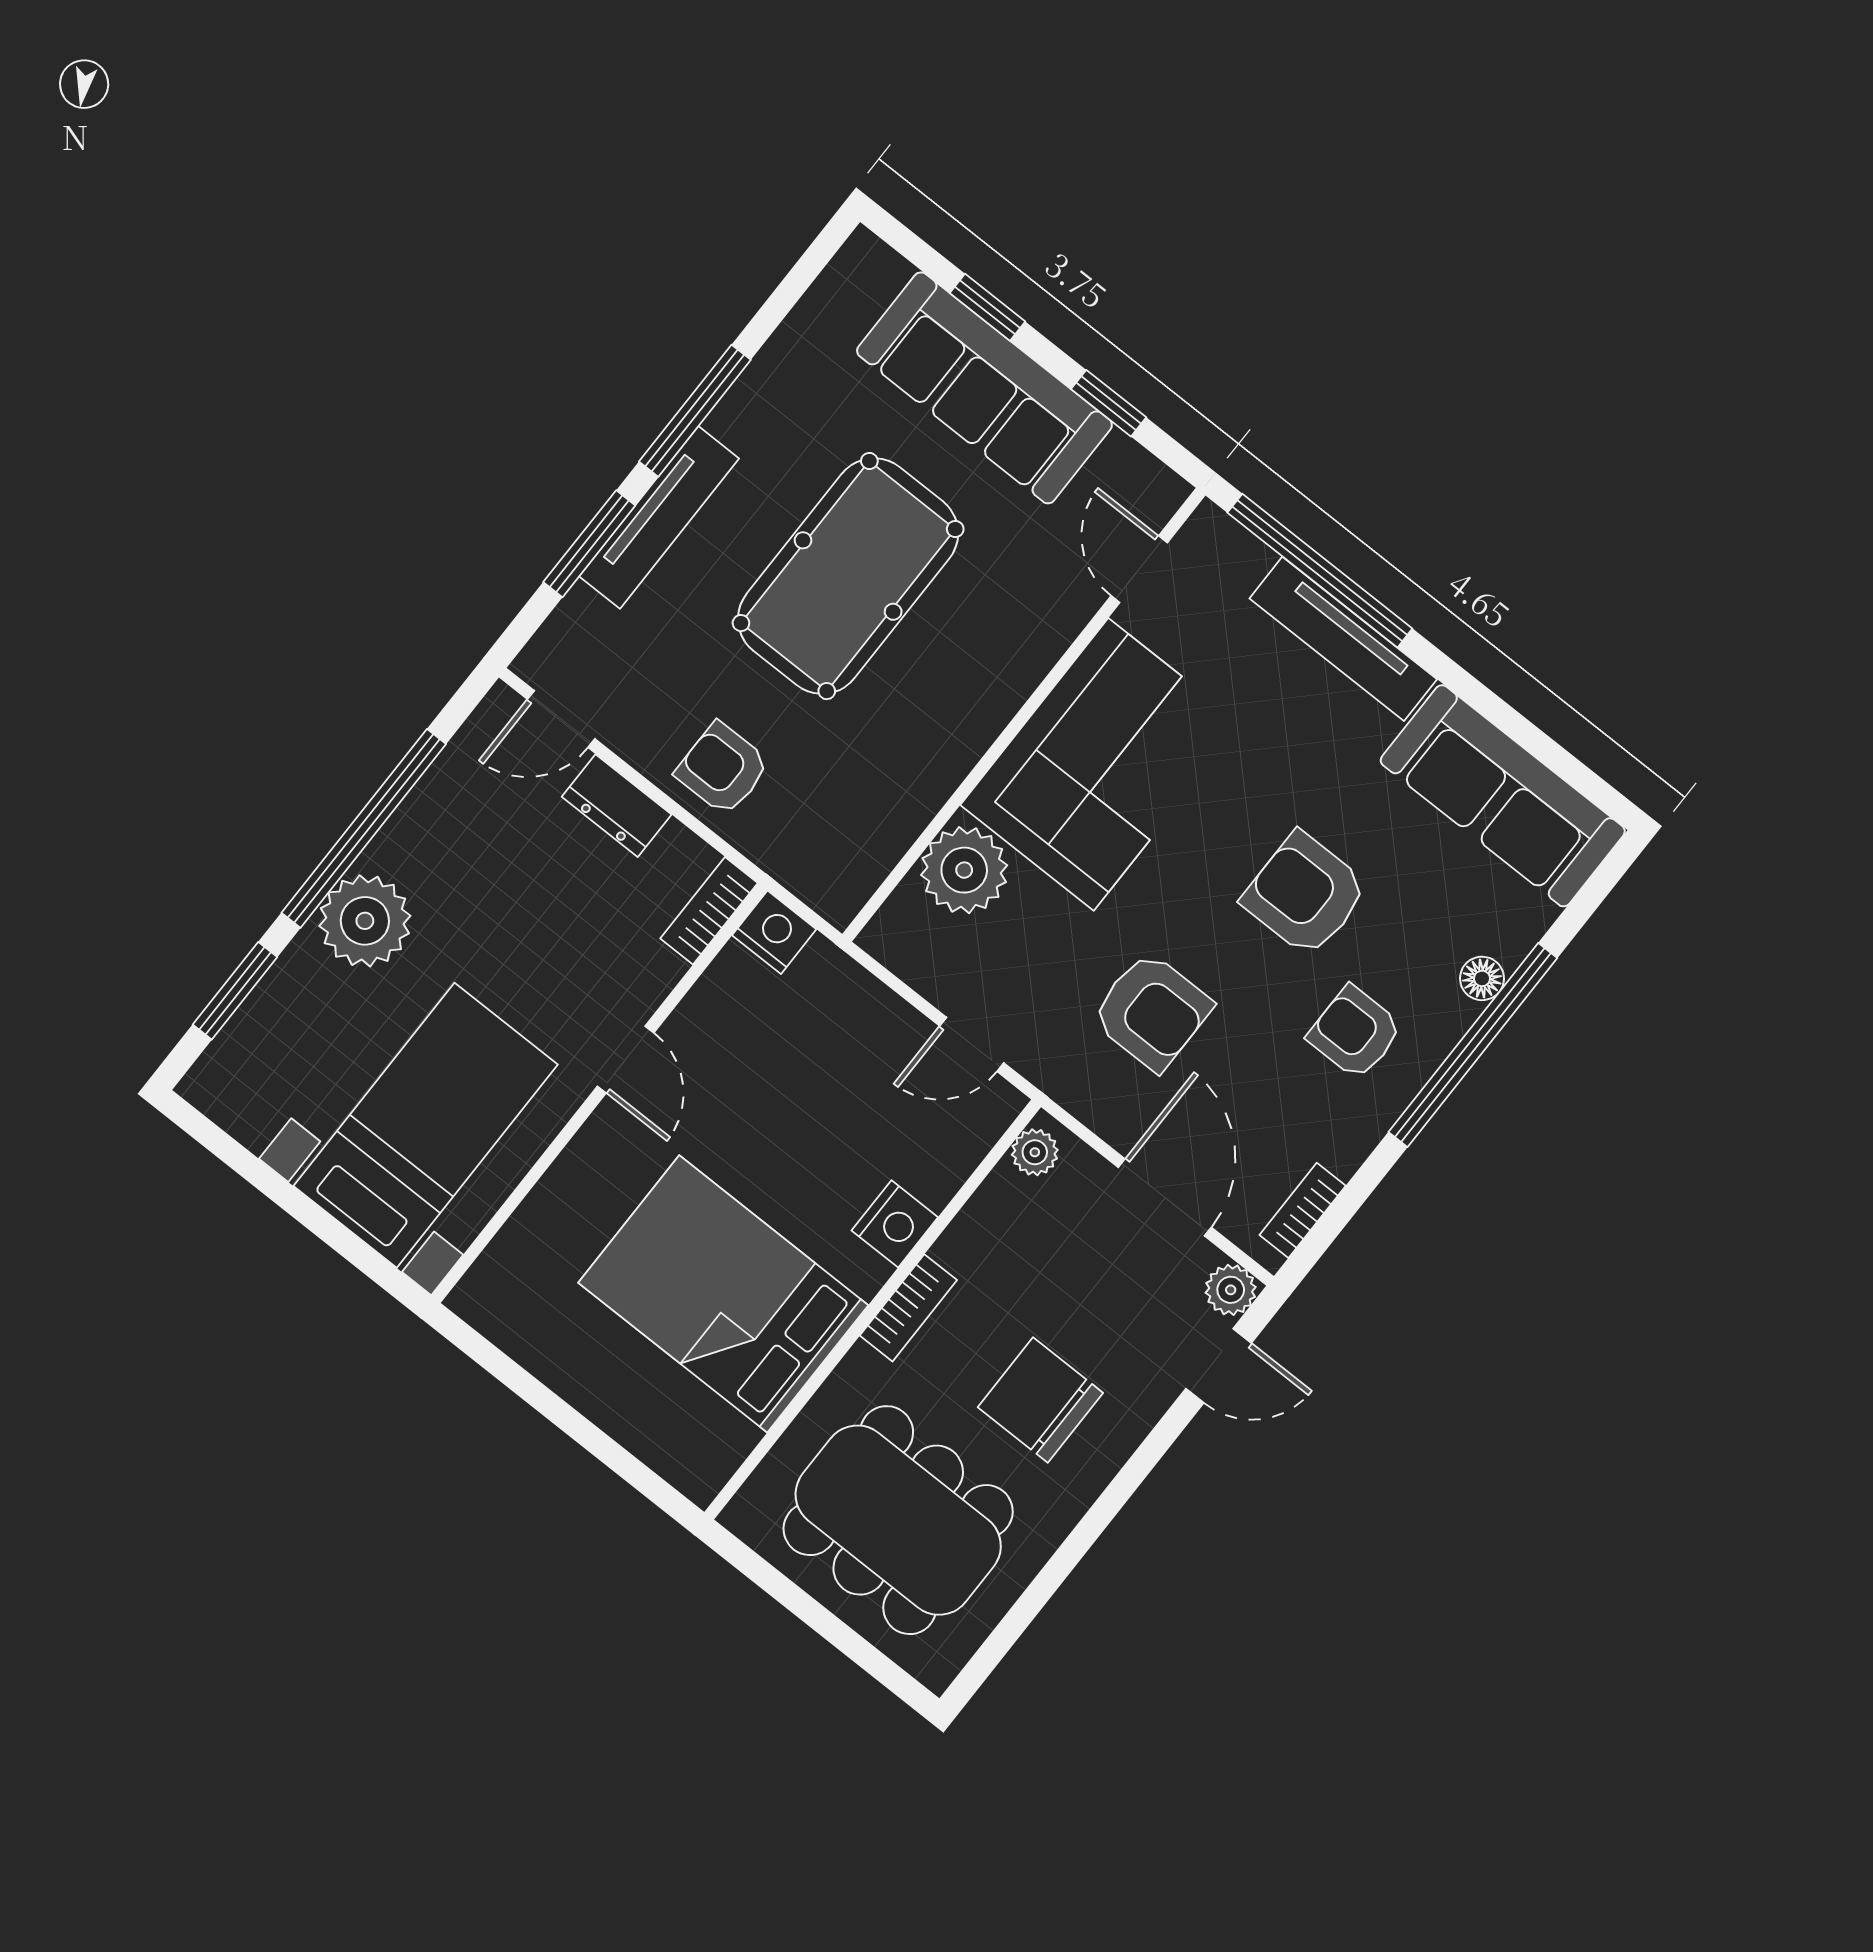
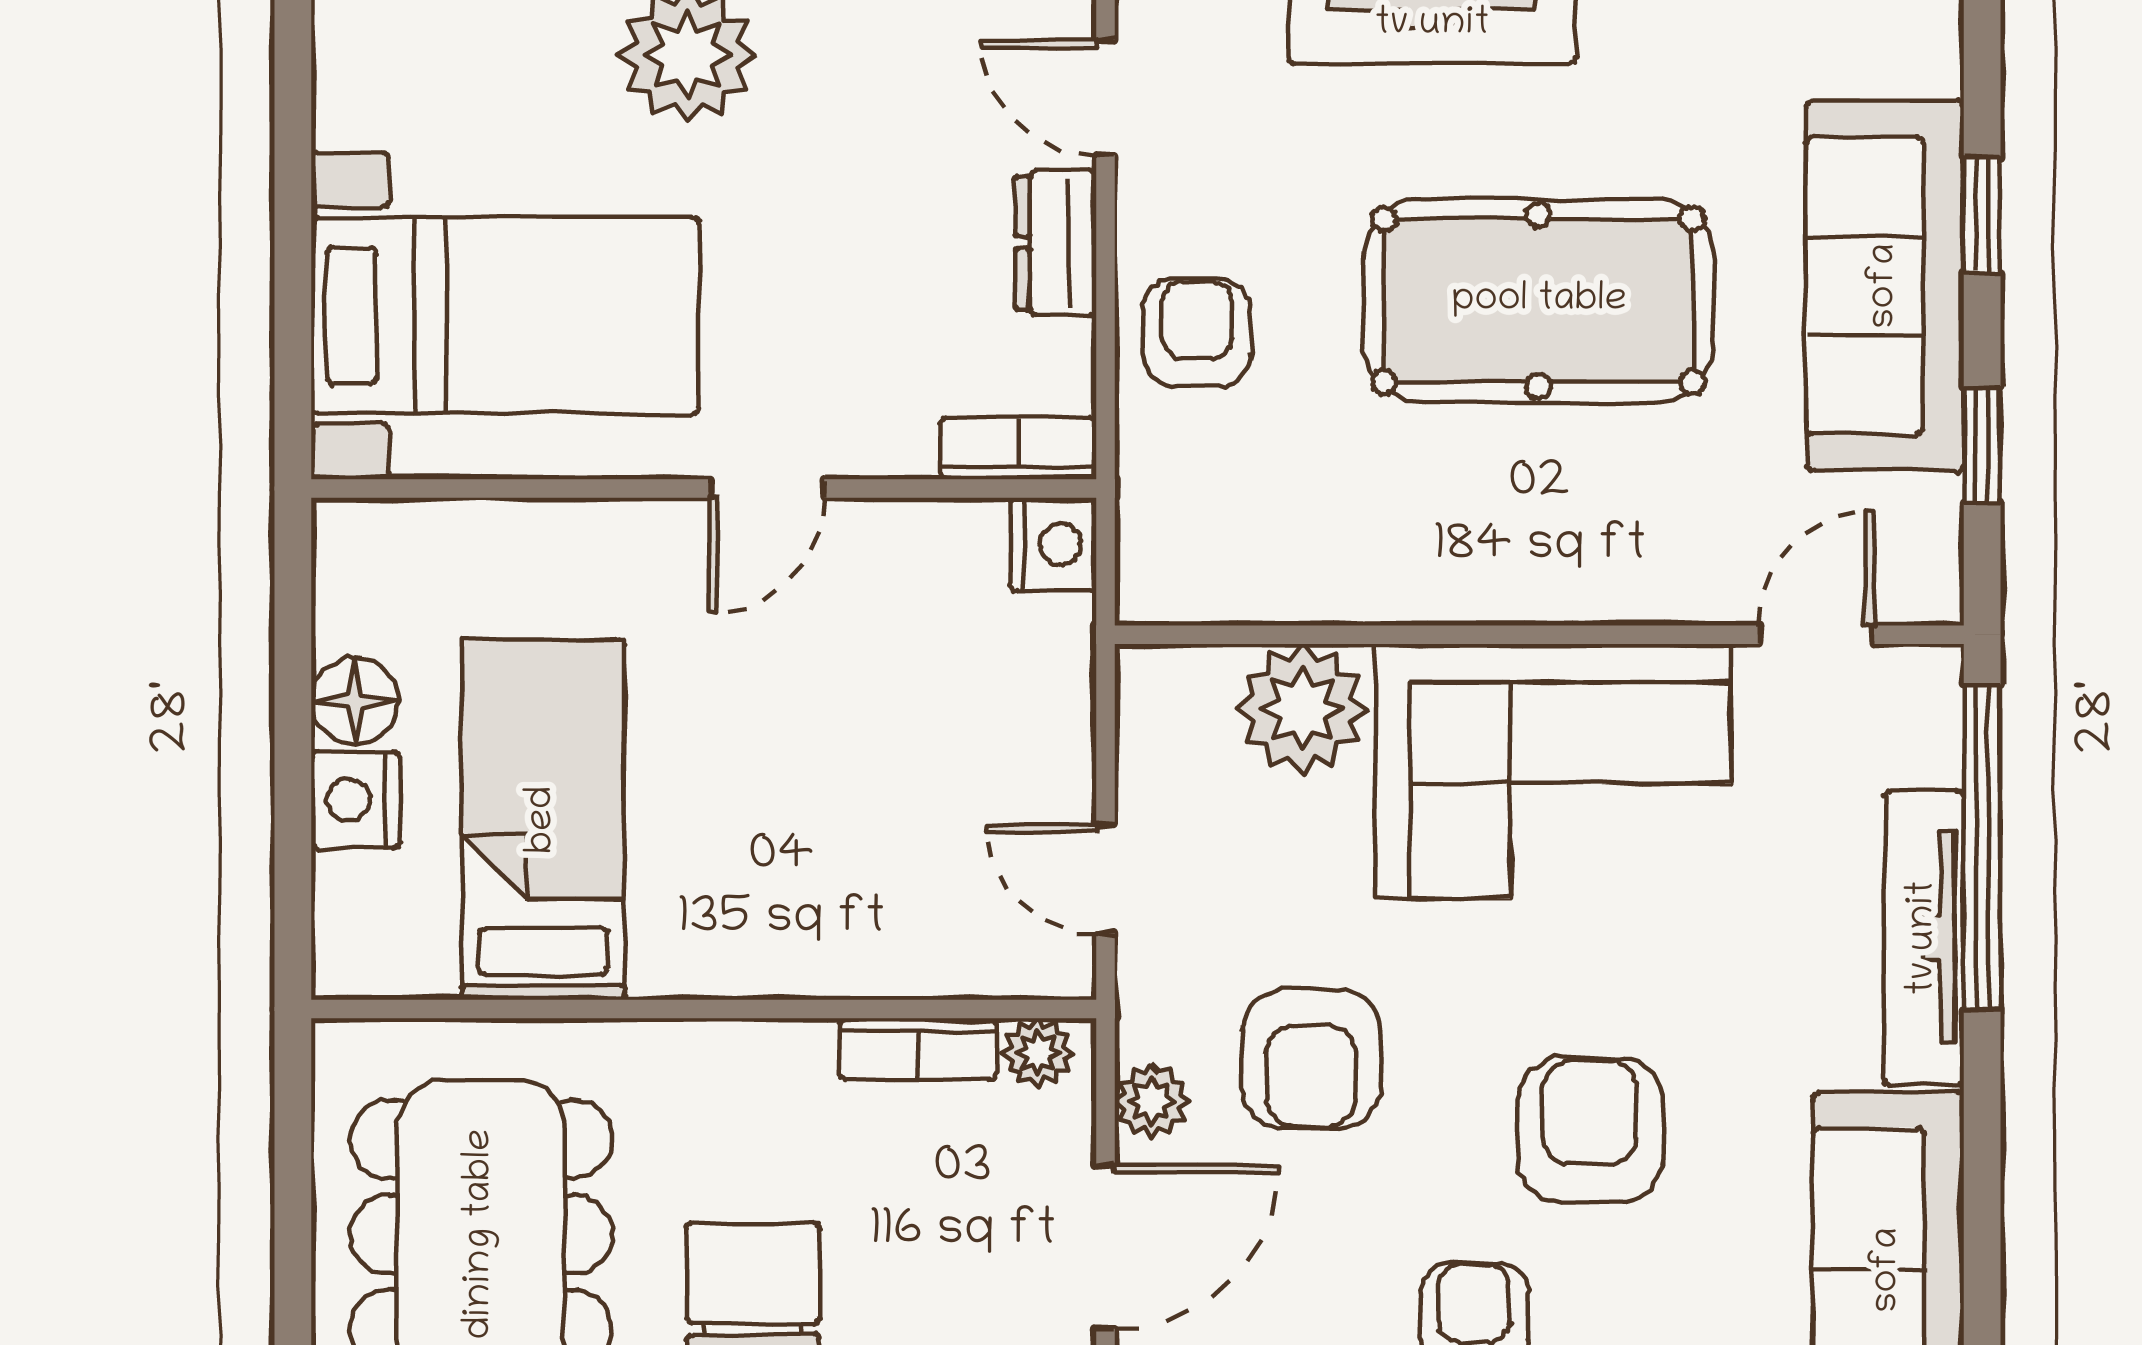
plant: (1107, 1113) -> (1151, 1101), added
nightstand: (895, 1224) -> (355, 800), moved, turned 90
bed: (723, 1294) -> (543, 820), width x0.67
bookcase: (908, 1308) -> (918, 1049), moved
floor lamp: (565, 1365) -> (355, 701), added

